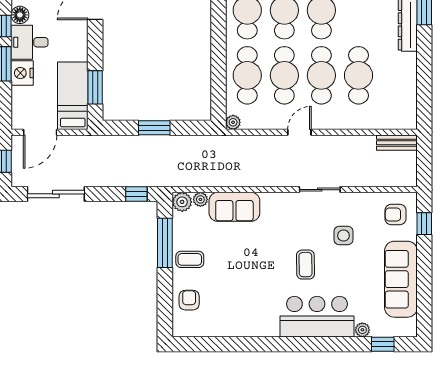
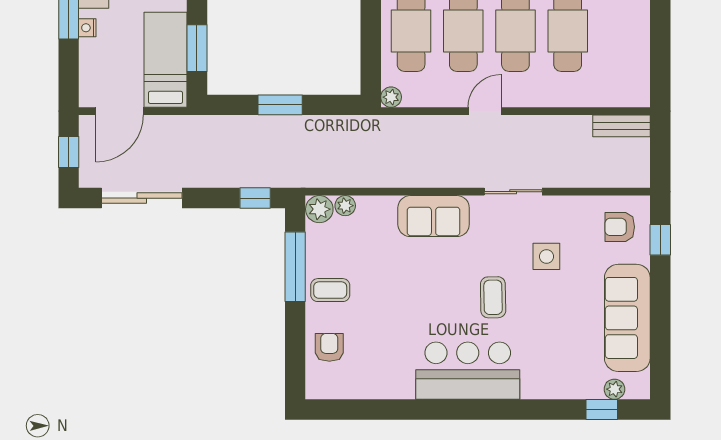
nightstand: (22, 73) -> (87, 28), width x0.53, depth x0.56
sofa: (234, 207) -> (434, 216), moved
bar counter: (317, 317) -> (468, 371), moved
plant: (362, 330) -> (614, 389), moved

